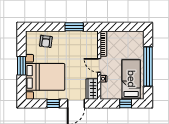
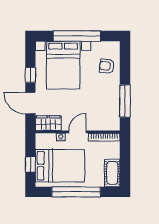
window: (74, 27) -> (125, 101), width x1.44
cot: (133, 37) -> (112, 173), added
window: (21, 66) -> (77, 36), width x2.11
bed: (131, 79) -> (60, 166), width x1.50

